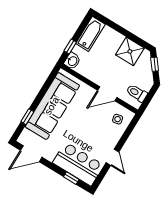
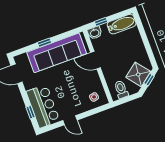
shower: (130, 51) -> (138, 74), moved, turned -38
door: (107, 94) -> (96, 60), moved
window: (27, 117) -> (44, 43), moved
door: (112, 157) -> (70, 120), hinge flipped

